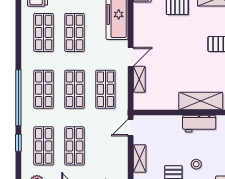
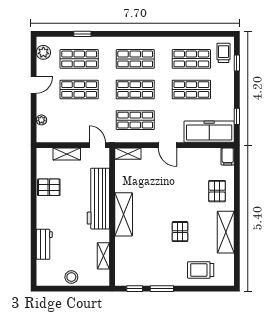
shelving: (139, 79) -> (128, 154), moved
window: (18, 98) -> (127, 34), removed
workbench: (199, 124) -> (98, 199), width x1.88, depth x1.32
stool: (196, 164) -> (61, 210), removed

